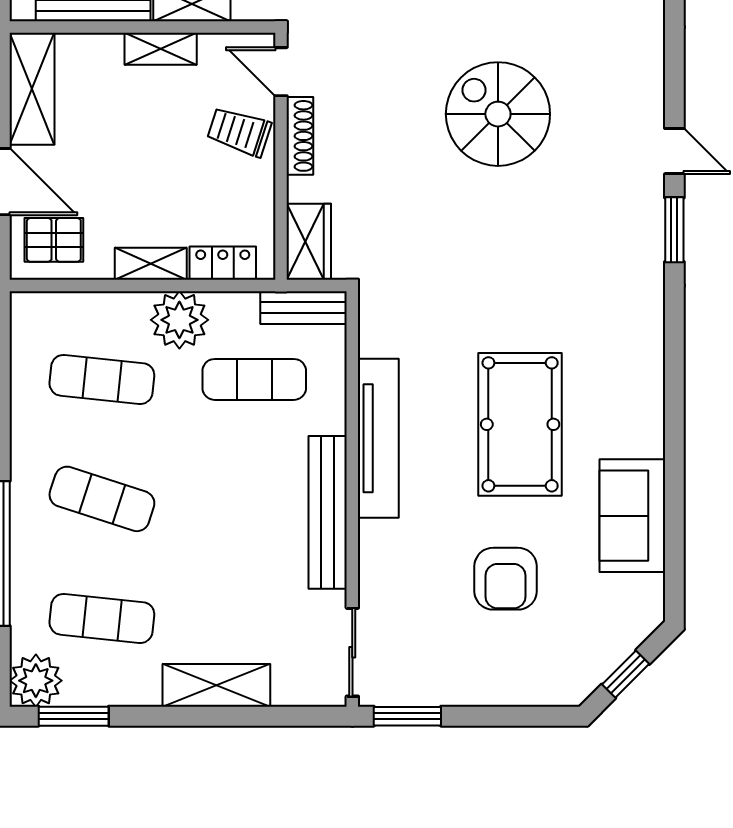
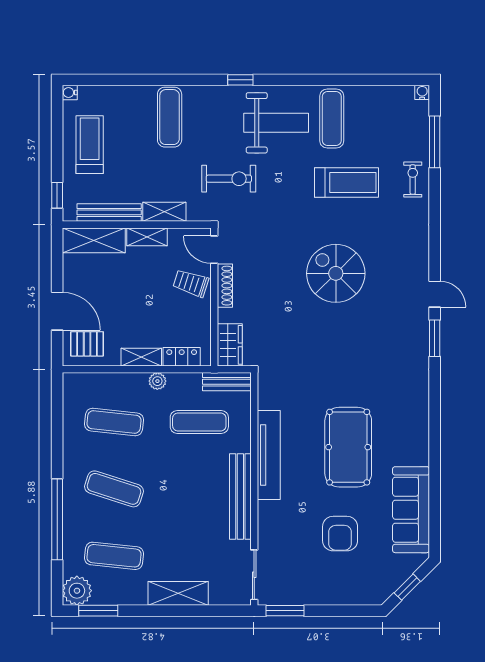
shelving: (32, 89) -> (94, 240), moved, turned 90
plant: (179, 320) -> (157, 381), width x0.53, depth x0.53
sofa: (632, 516) -> (411, 510), width x1.36

